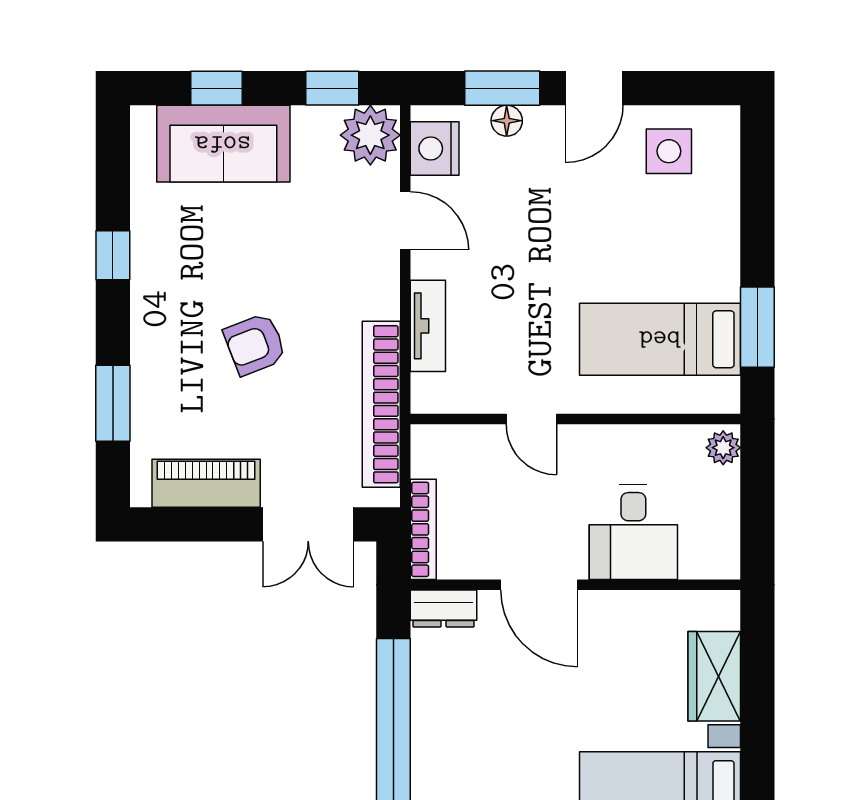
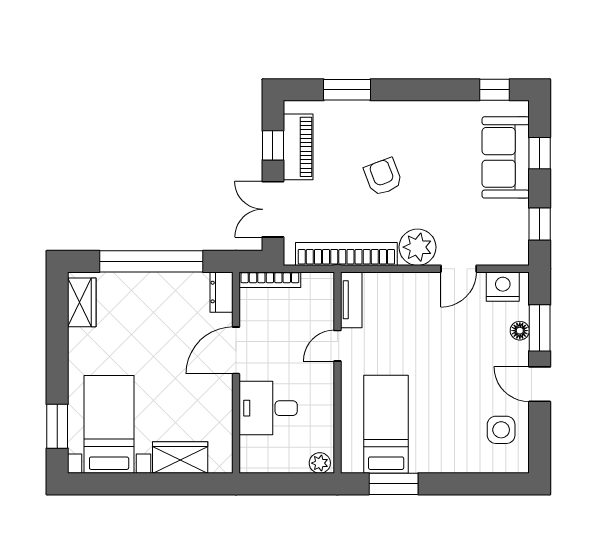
plant: (370, 135) -> (418, 247), moved
window: (113, 255) -> (495, 90), moved
tv unit: (428, 326) -> (351, 300), moved, turned -90
window: (204, 524) -> (273, 145), added

